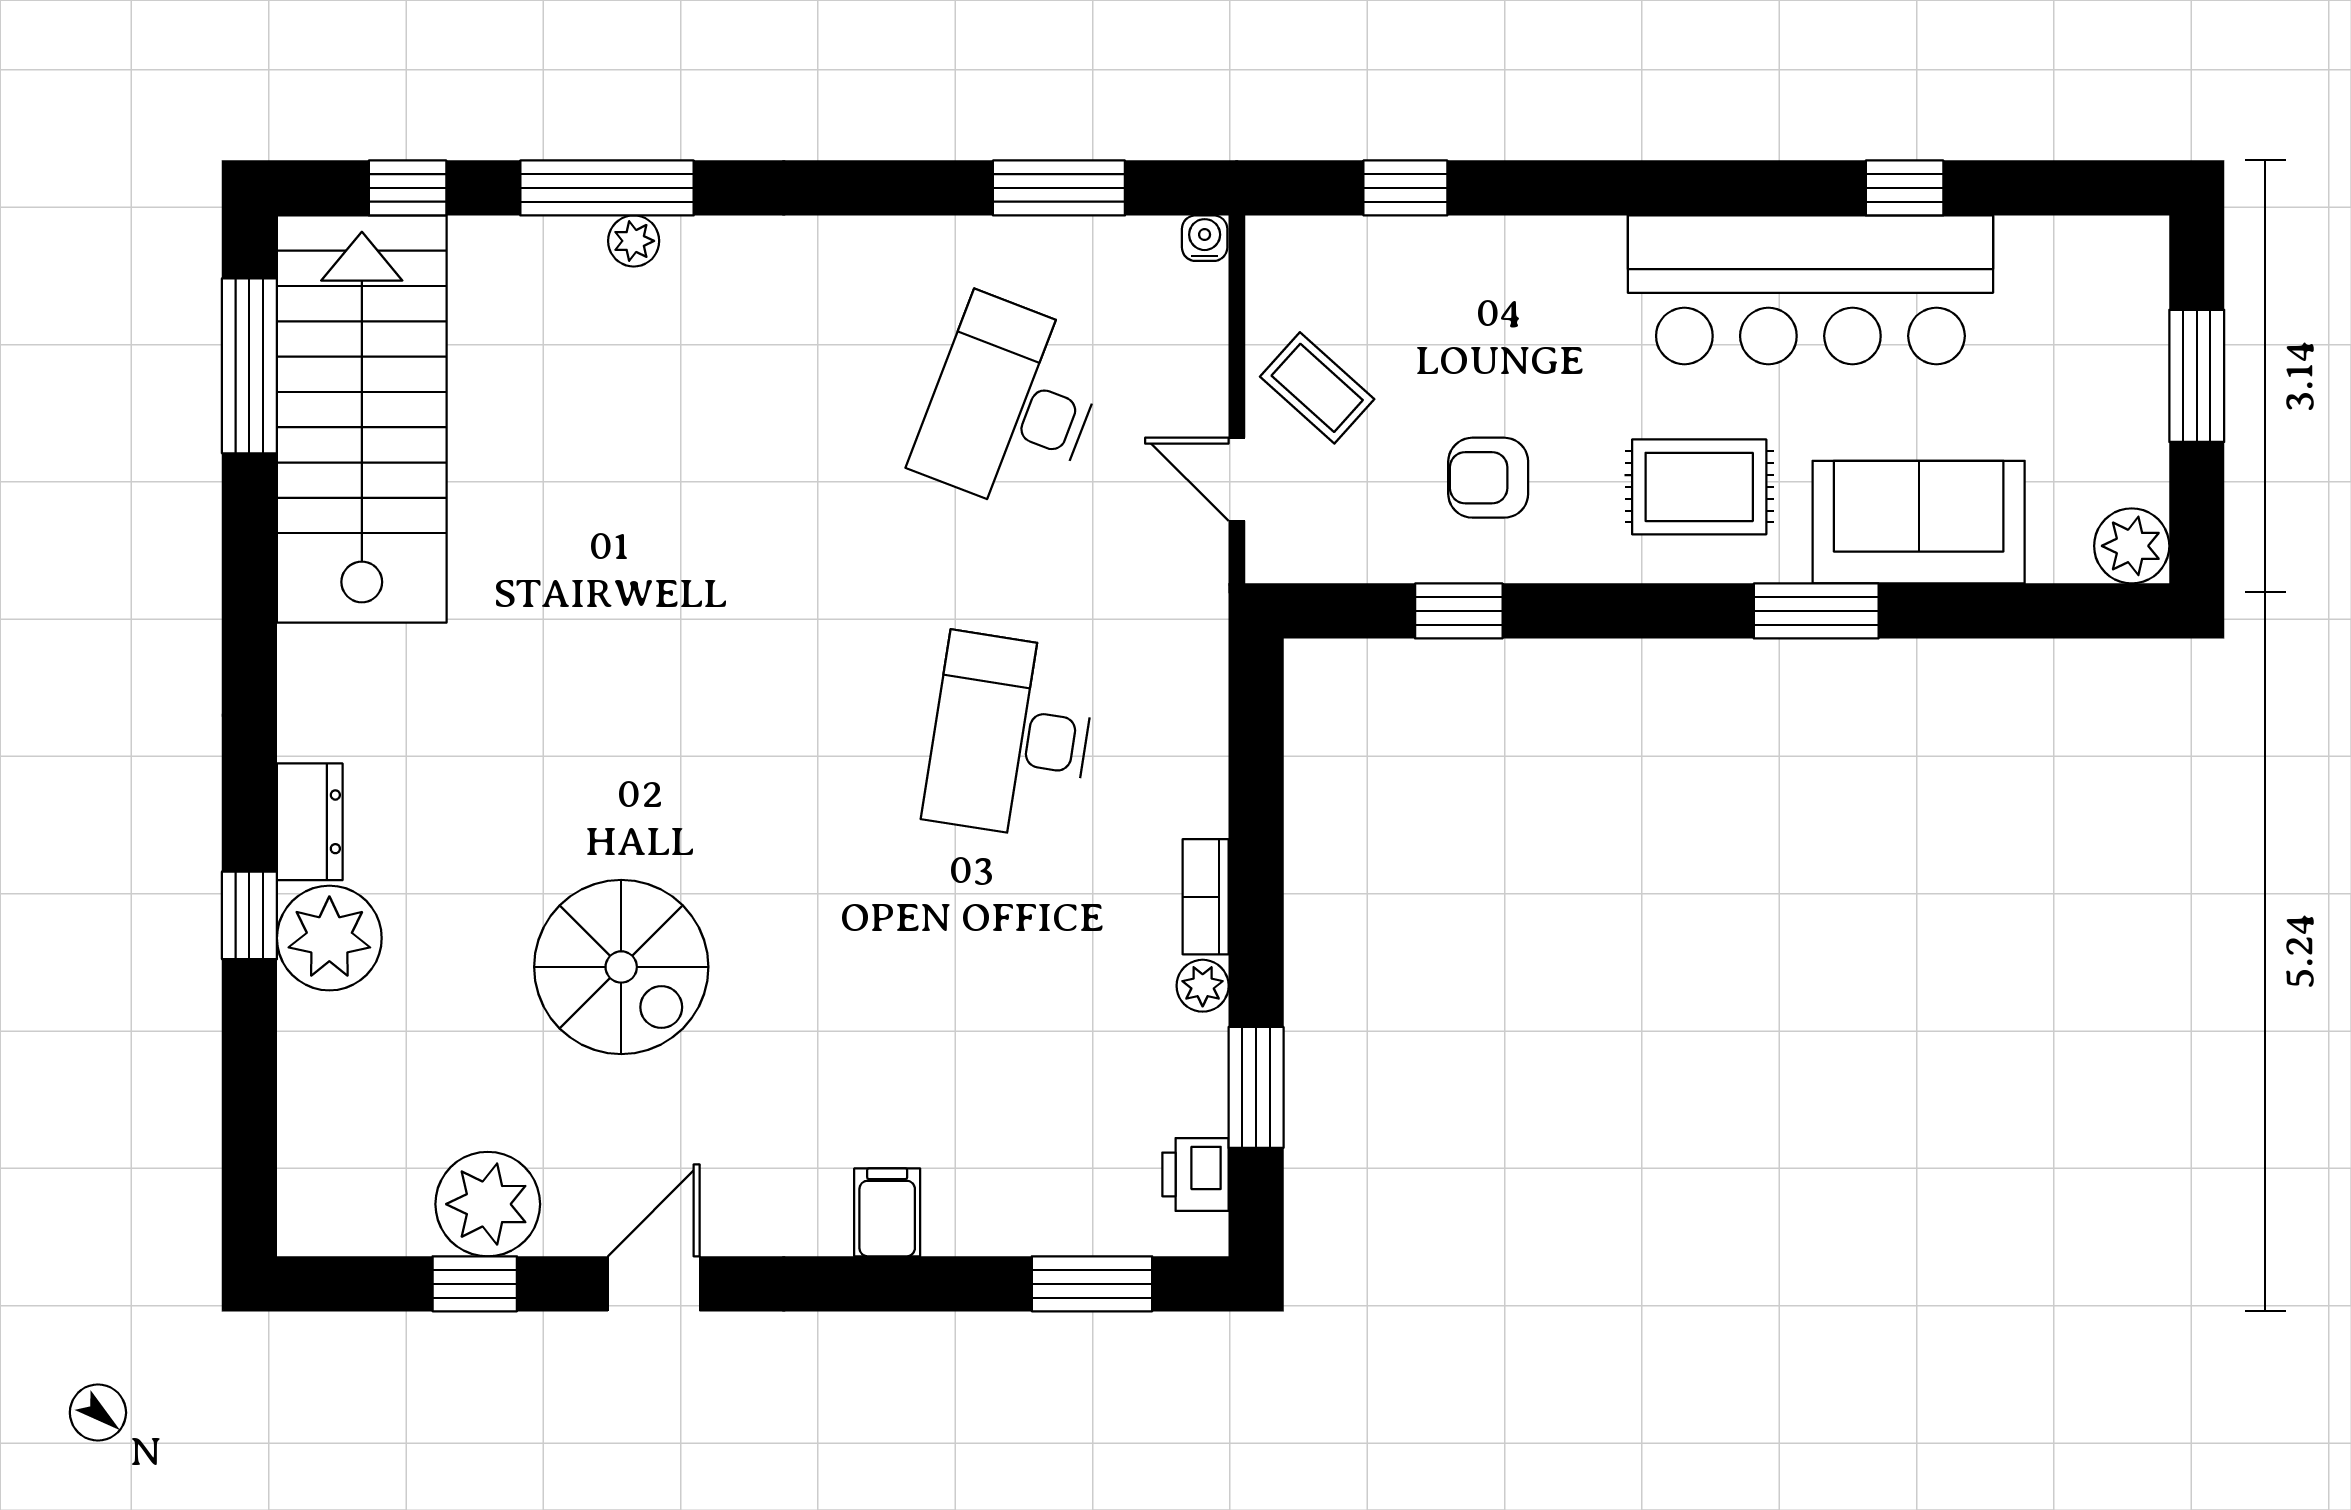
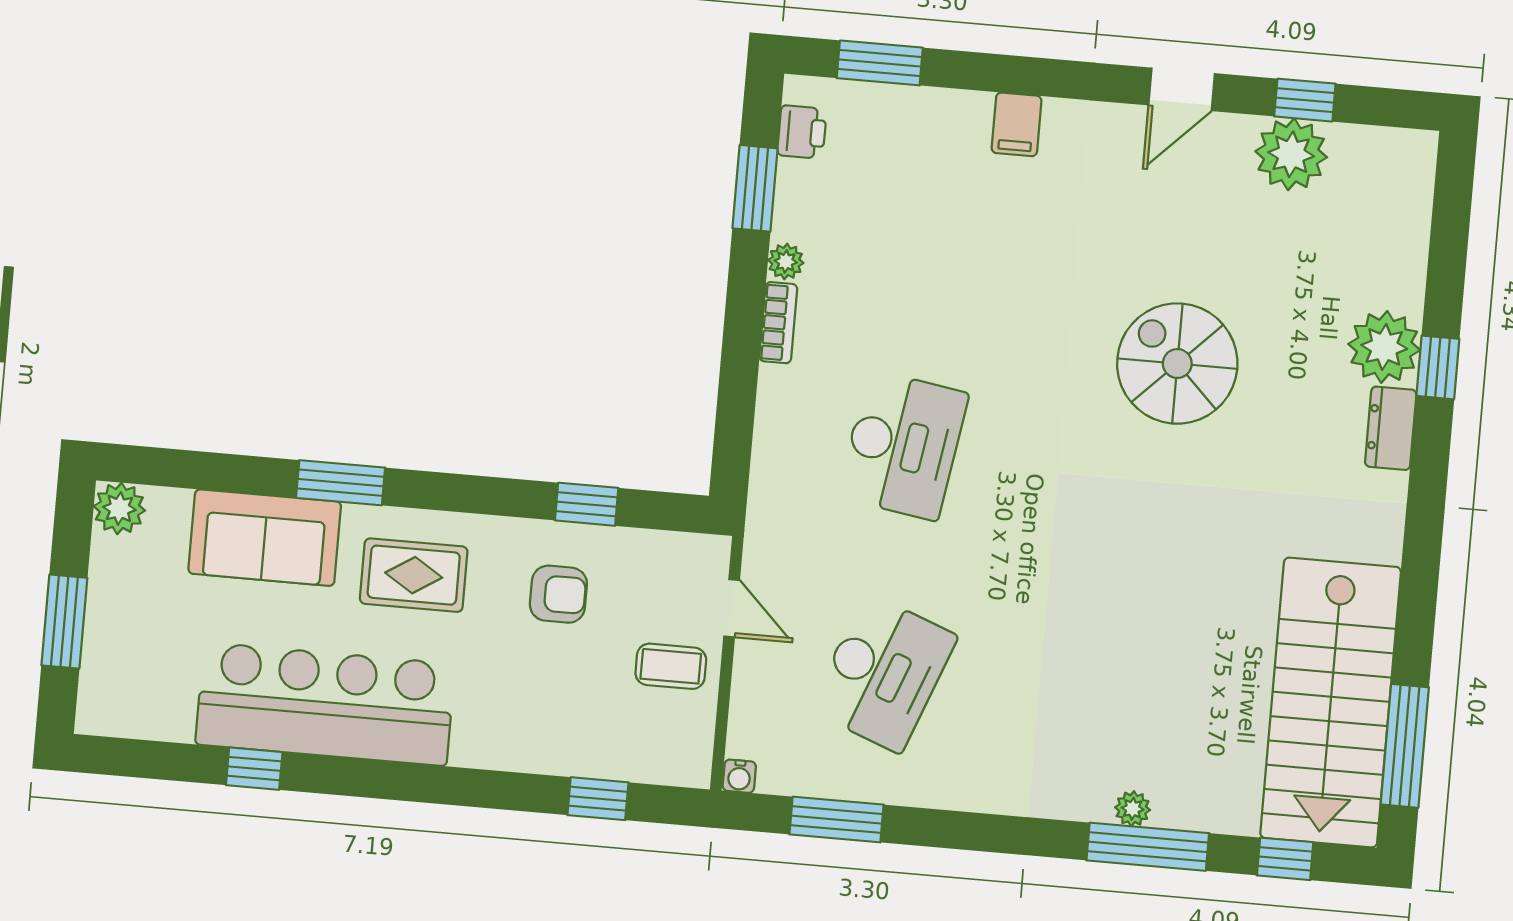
coffee table: (1317, 388) -> (671, 666), turned -42
spiral stairs: (621, 967) -> (1177, 364), moved

